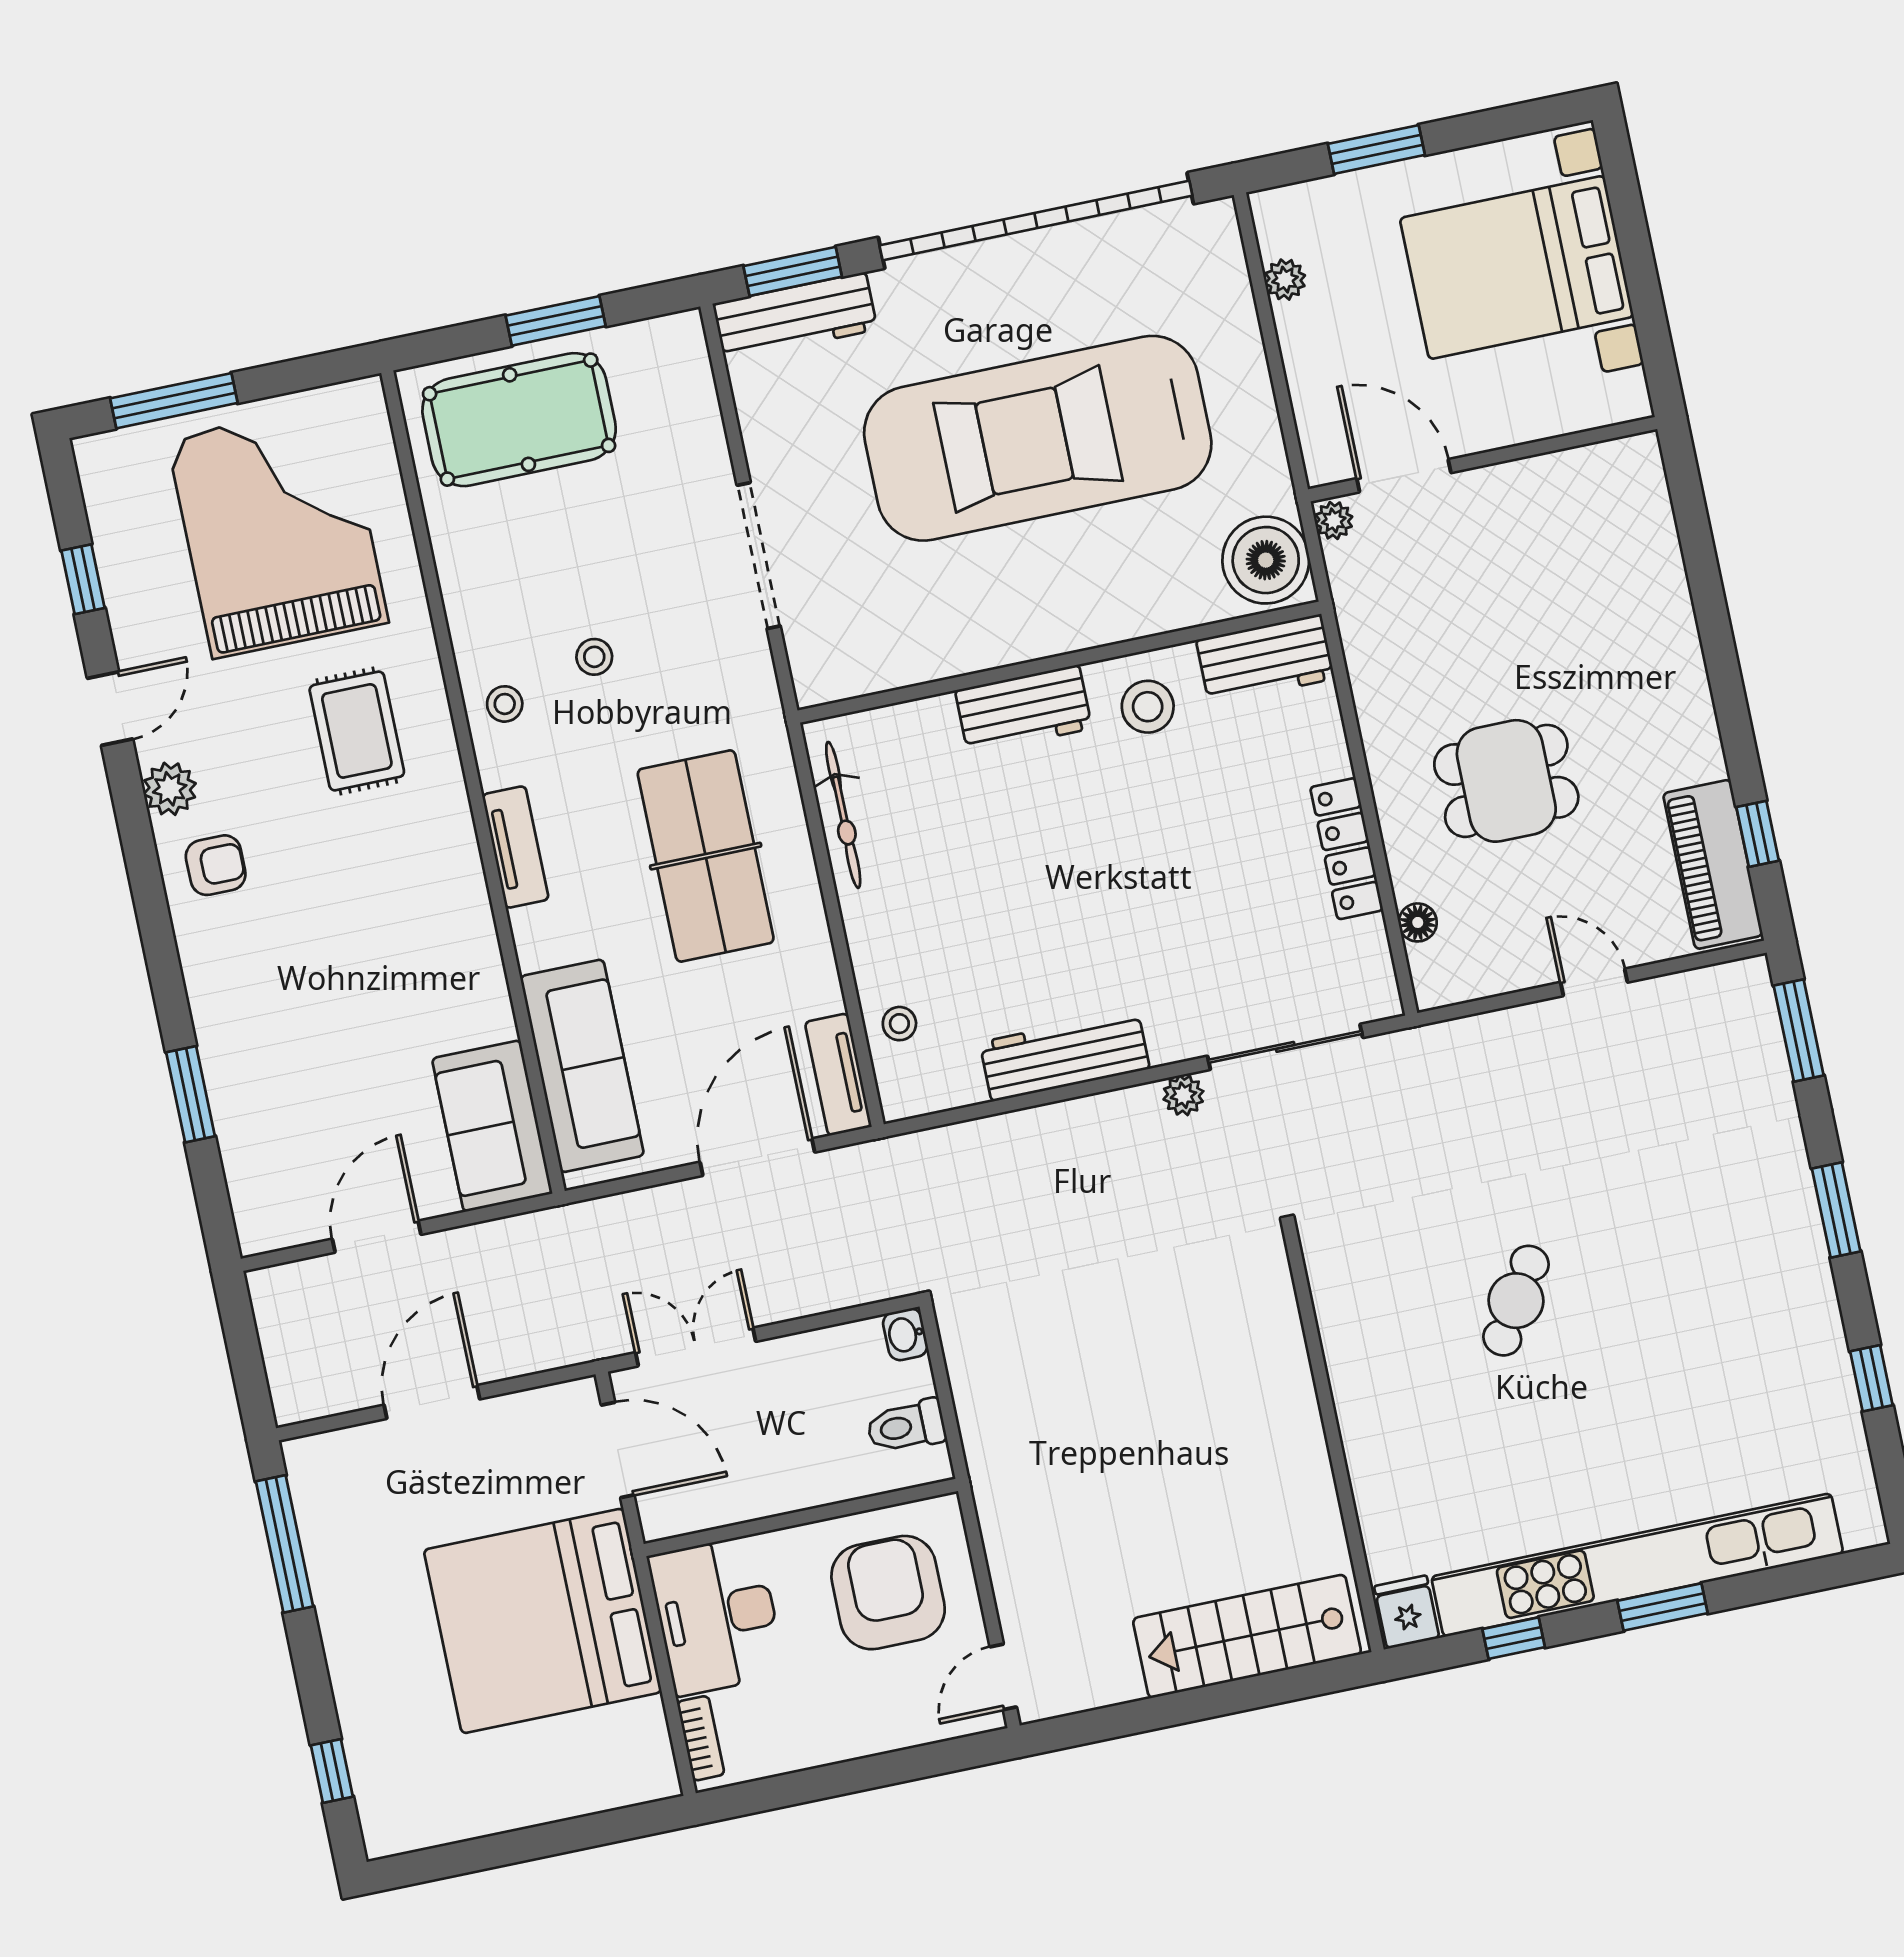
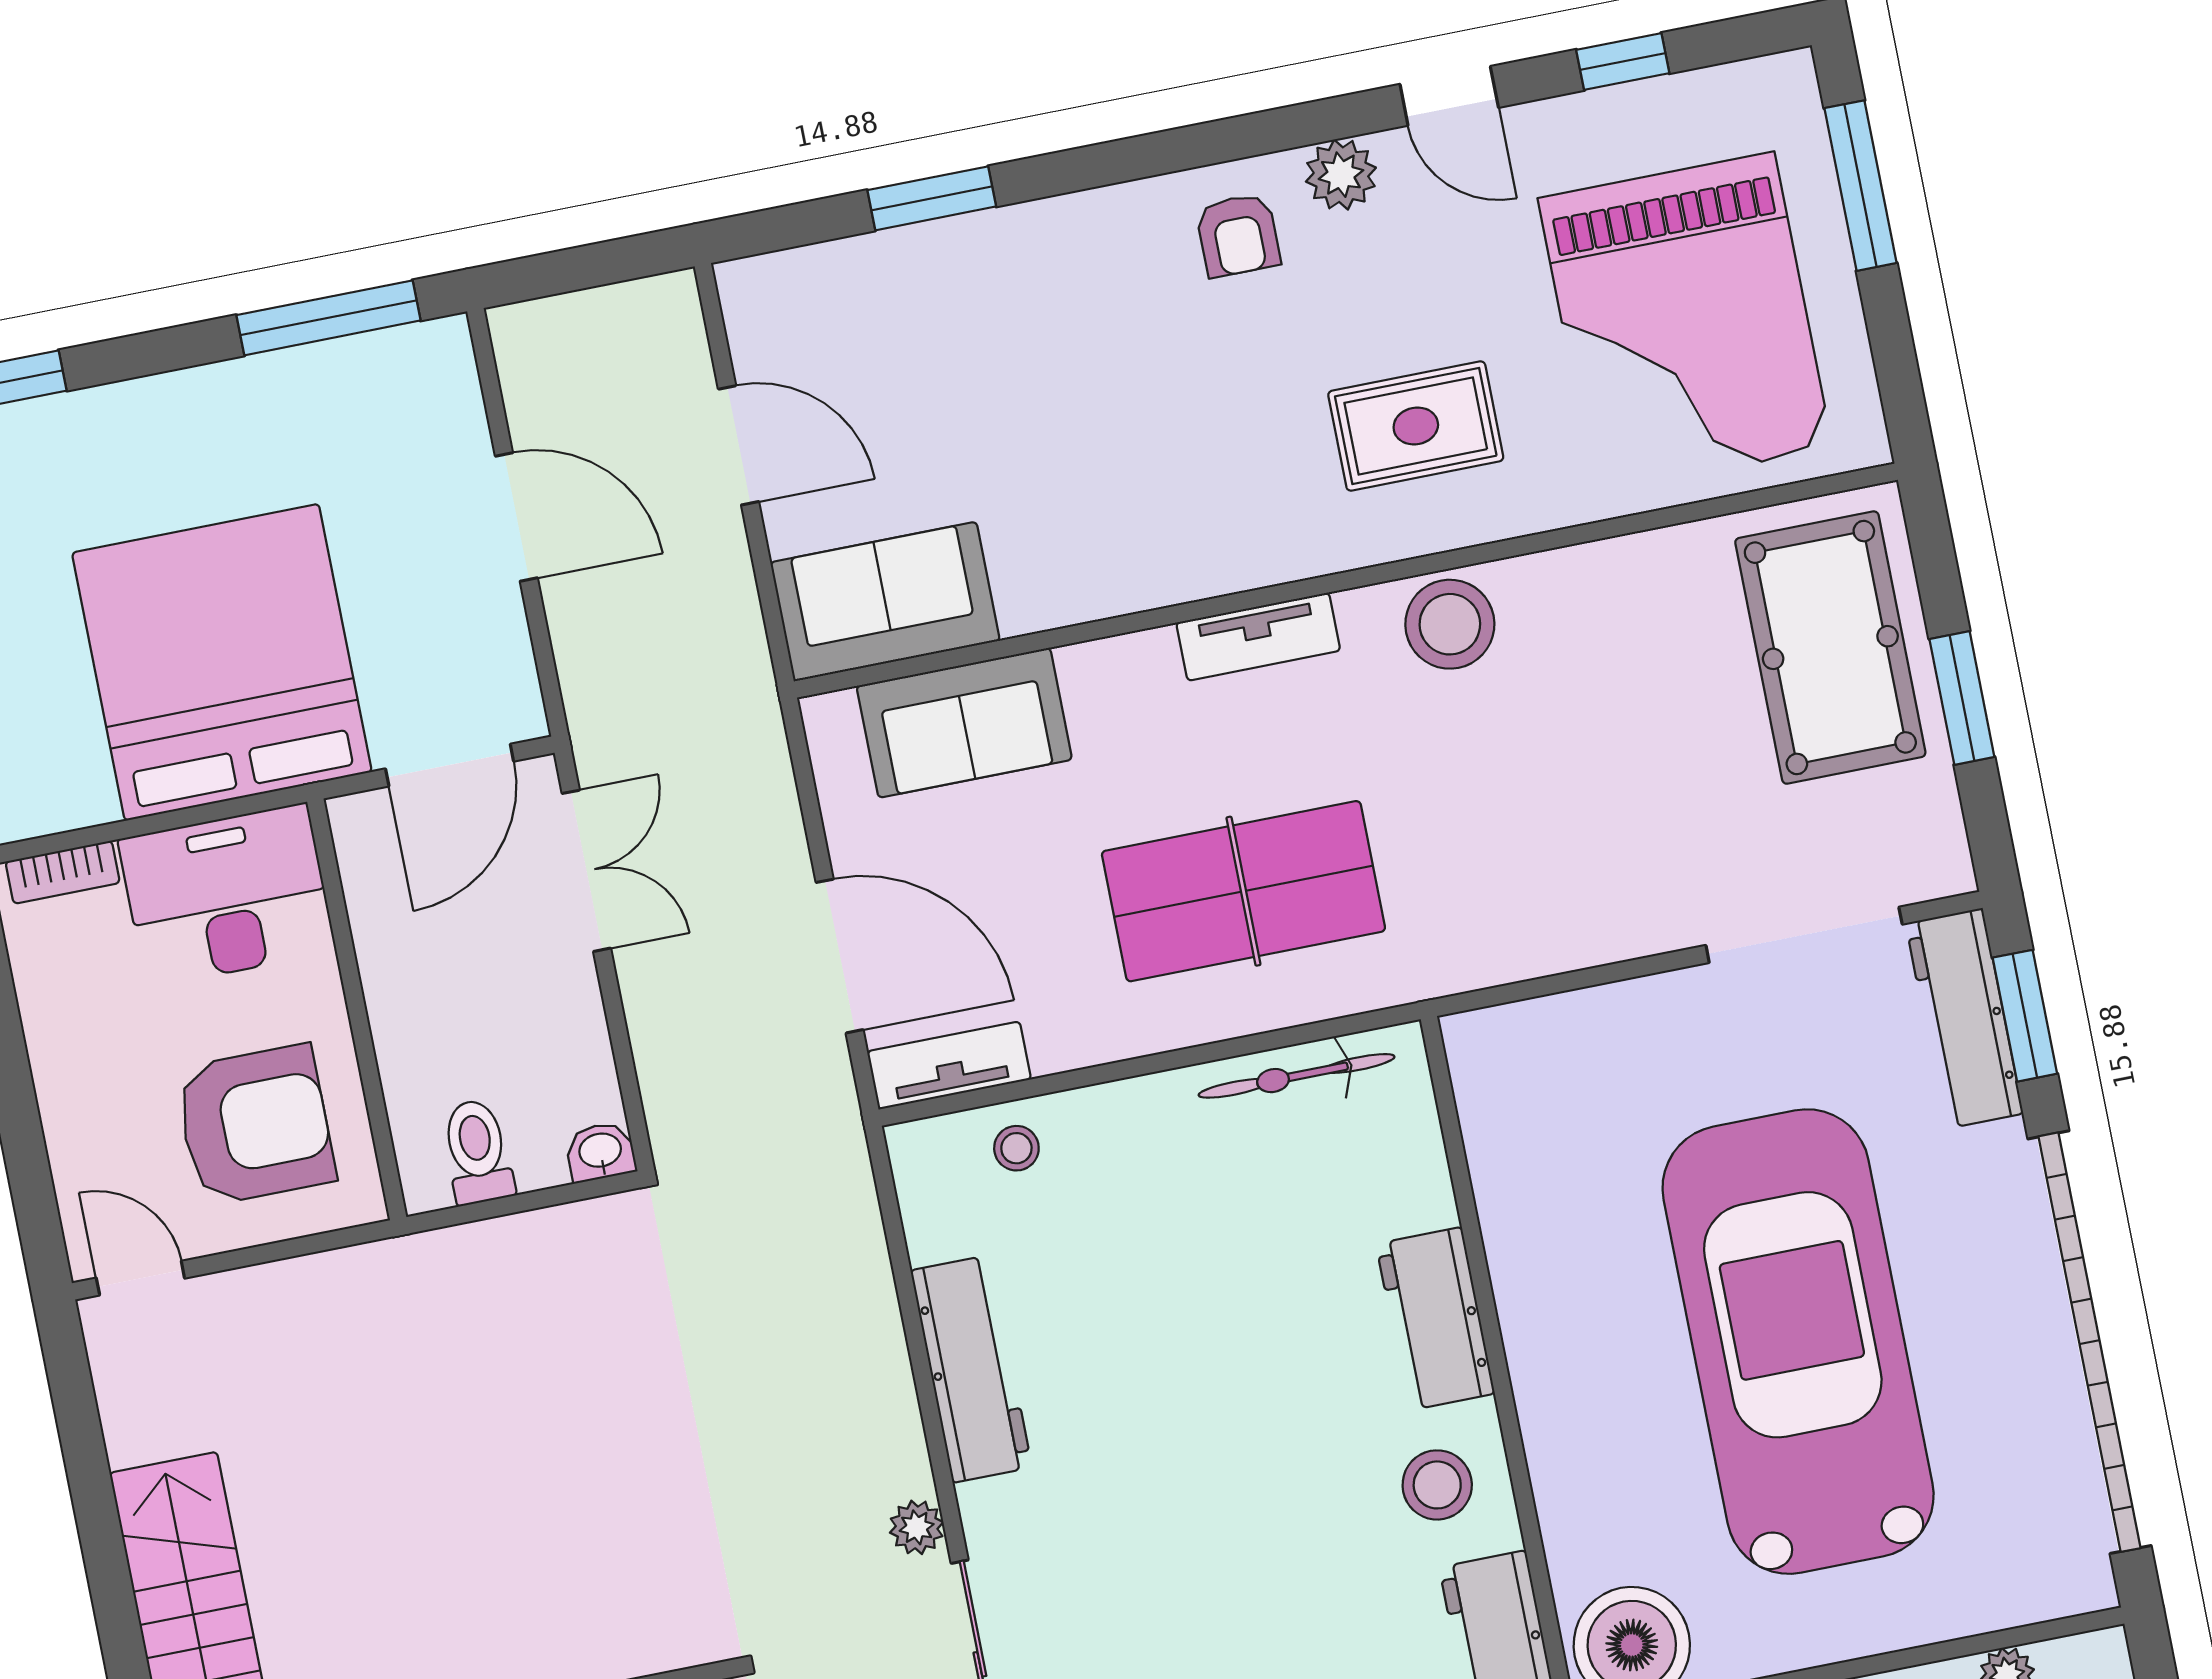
grand piano: (278, 531) -> (1685, 323), turned 90
doorway: (759, 556) -> (1804, 935), moved
stool: (594, 657) -> (1512, 745), removed
stool: (505, 704) -> (1450, 624), width x1.89, depth x1.89
sofa: (582, 1066) -> (964, 723), width x0.73

